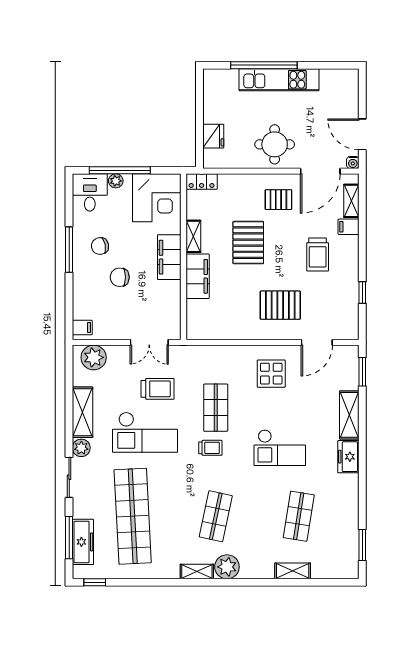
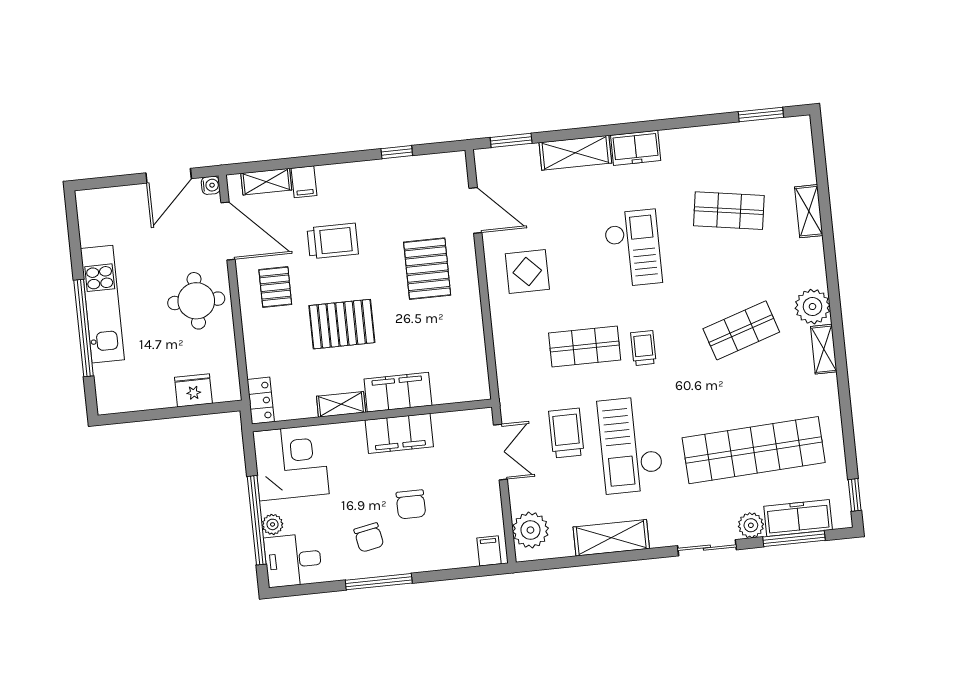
trolley: (318, 255) -> (333, 241), moved
filing cabinet: (169, 257) -> (399, 433), moved
checkout: (145, 432) -> (631, 445), turned 180
plant: (81, 448) -> (751, 525), moved
shop shelf: (216, 516) -> (741, 330), turned -30

